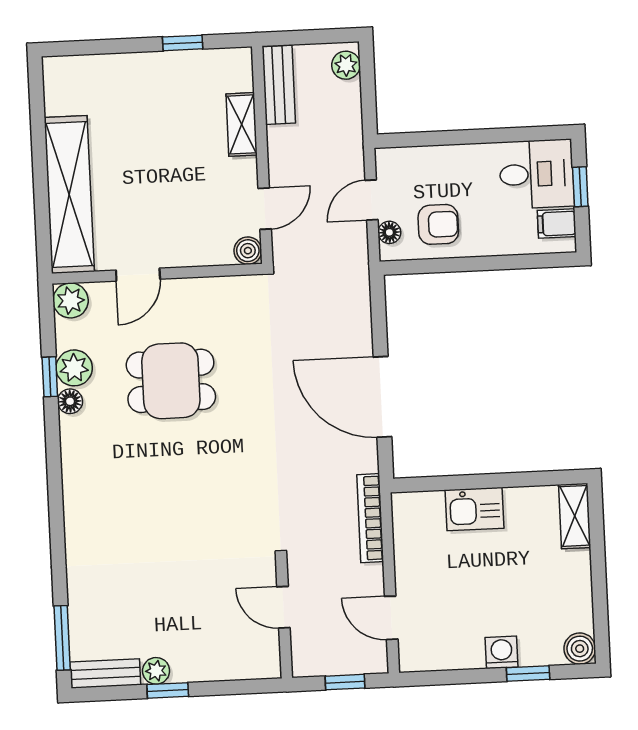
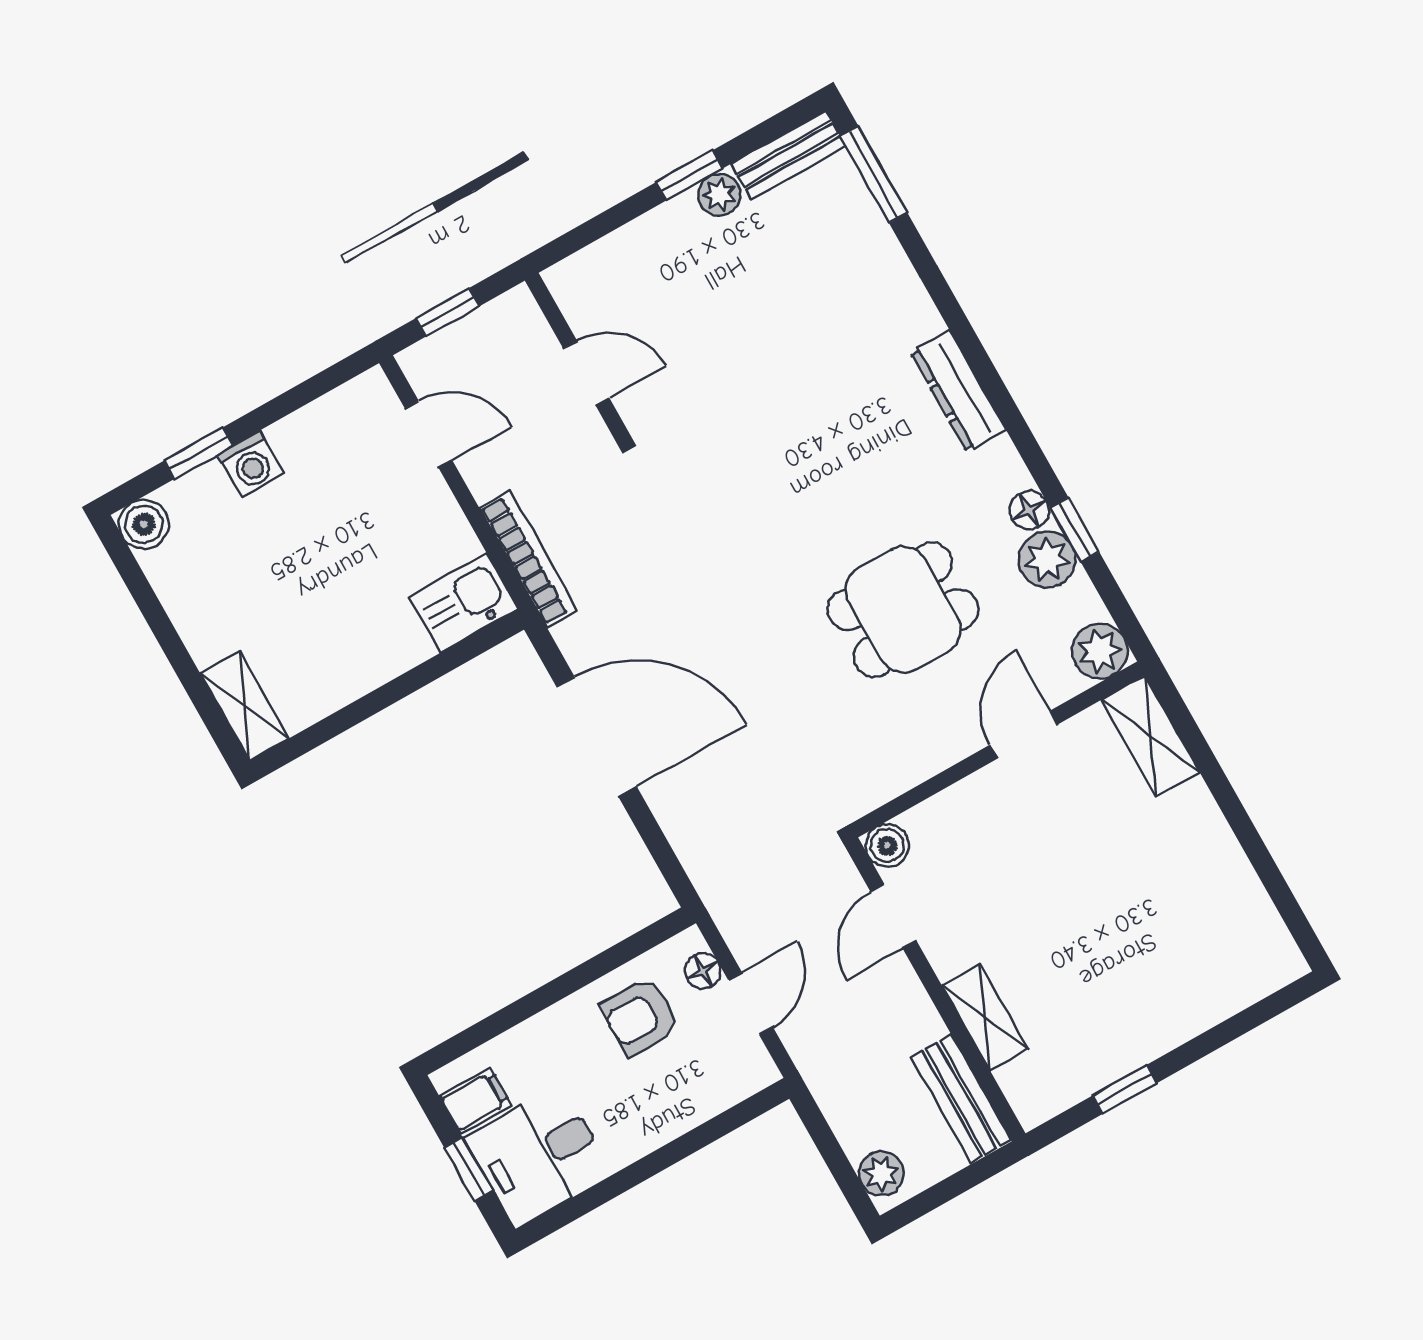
shelving: (69, 194) -> (1150, 736), width x0.45, depth x0.75
dresser: (76, 490) -> (958, 391), added
kitchen sink: (475, 509) -> (464, 603), moved

